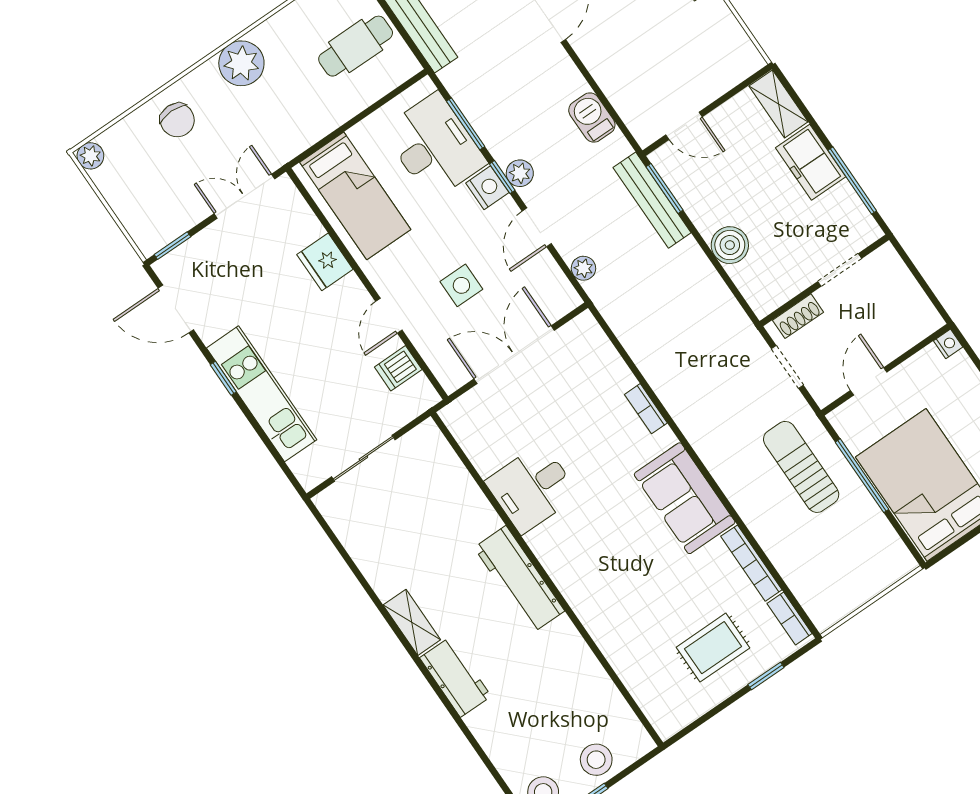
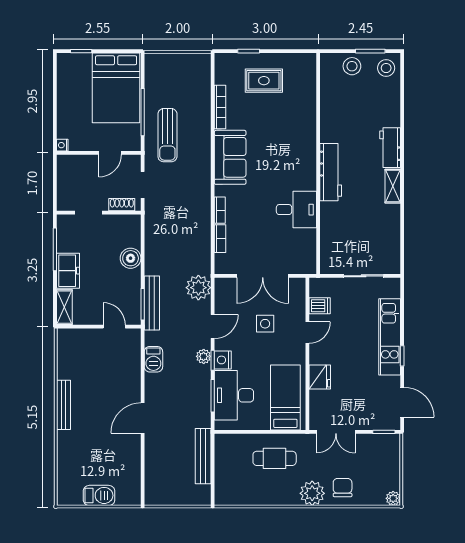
cafe table: (356, 46) -> (275, 458), moved
plant: (241, 63) -> (312, 493), moved
plant: (583, 268) -> (198, 288), width x1.88, depth x1.88
bookcase: (790, 619) -> (220, 239), moved

